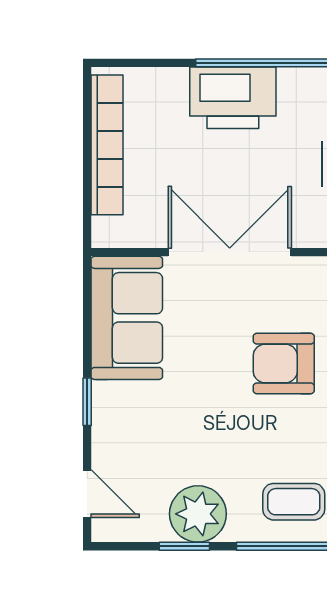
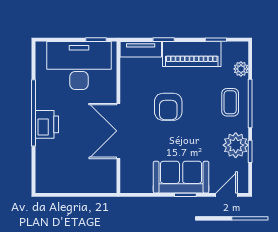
printer: (233, 98) -> (47, 124), width x0.73, depth x0.84
bookcase: (107, 145) -> (70, 186), removed
sofa: (127, 318) -> (181, 177), moved

